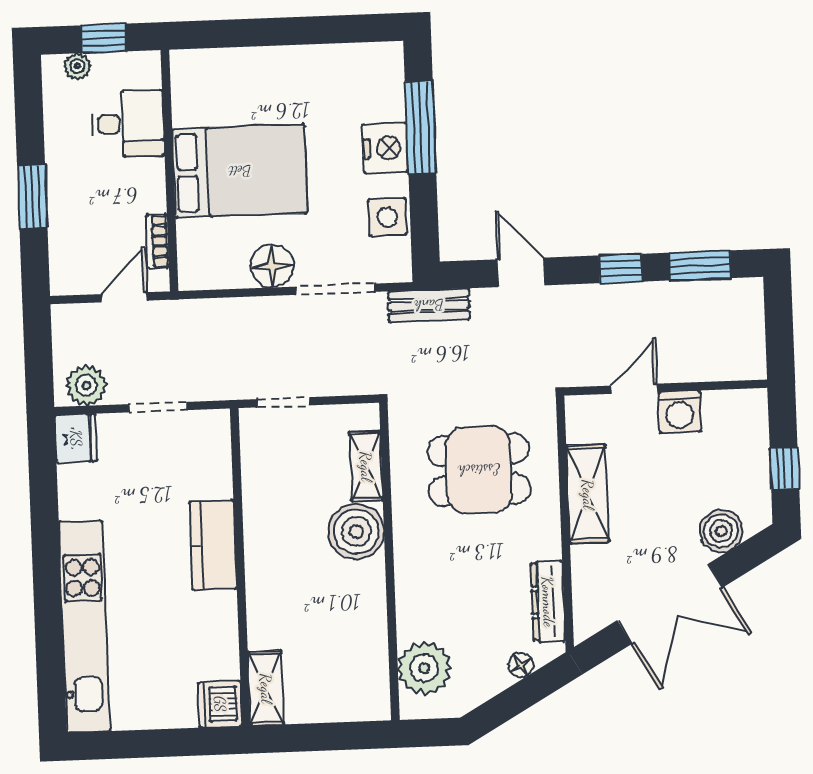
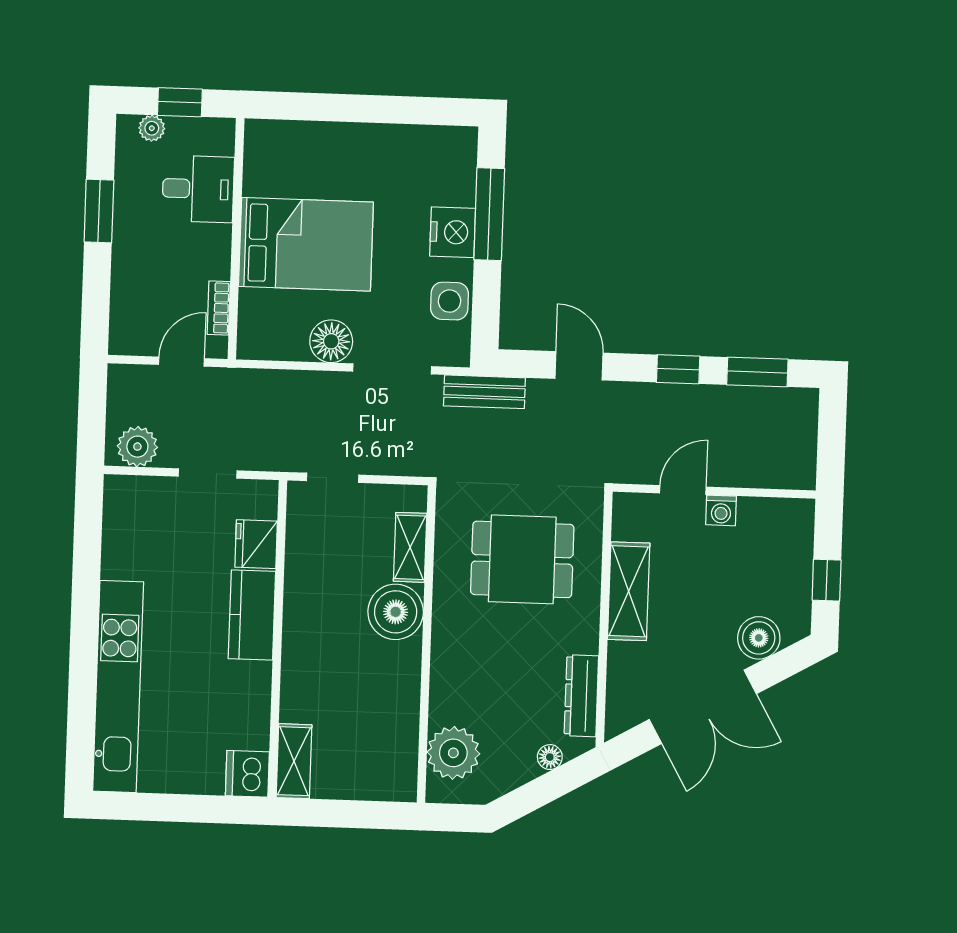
window: (32, 196) -> (99, 211), moved
washing machine: (680, 412) -> (721, 510), width x0.73, depth x0.73
fridge: (76, 438) -> (256, 544), moved, turned 180

